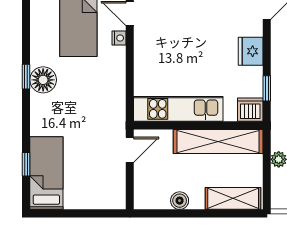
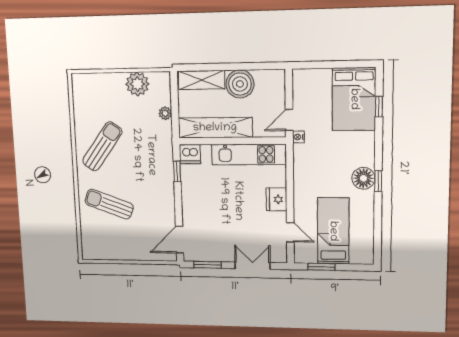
nightstand: (119, 38) -> (298, 137), moved
fridge: (251, 51) -> (277, 199), moved, turned 180
bed: (46, 173) -> (354, 99), width x1.50
boiler: (180, 201) -> (240, 84), width x1.86, depth x1.86

